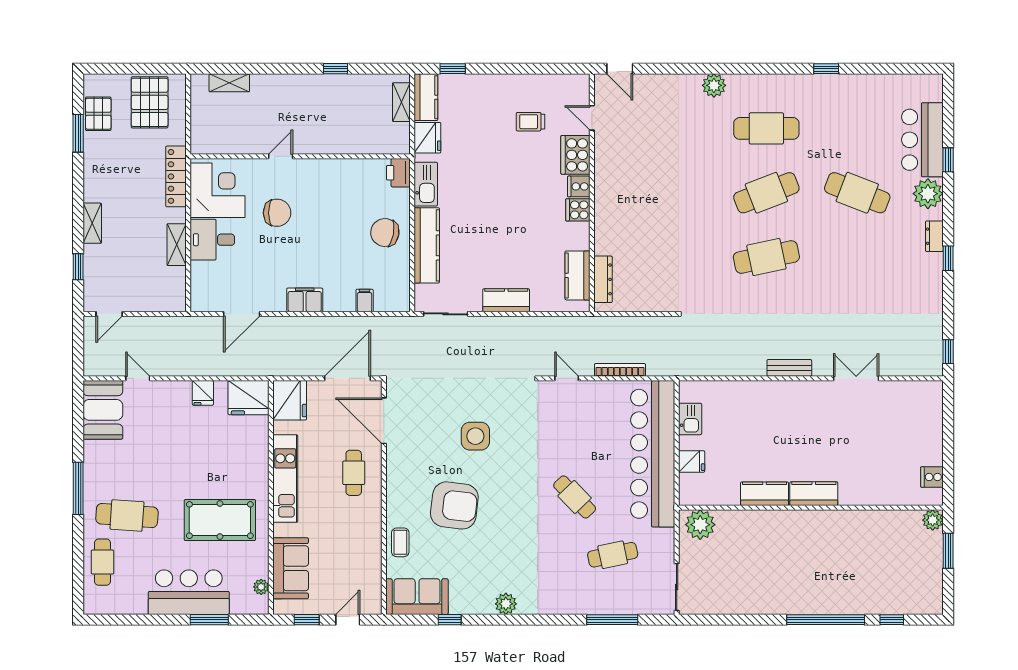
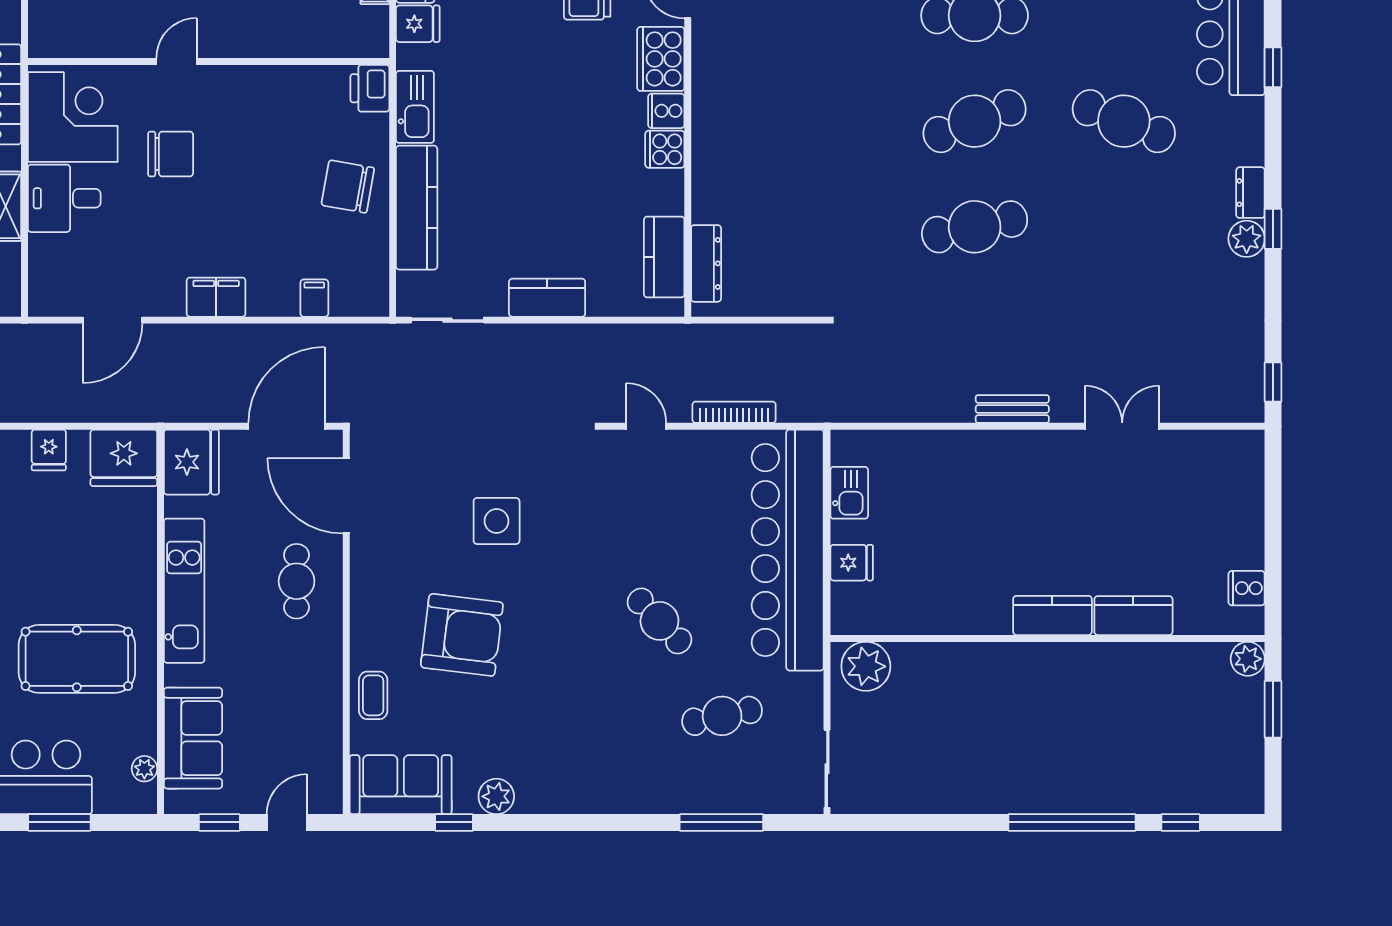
fridge: (427, 138) -> (418, 24), width x0.72
plant: (928, 194) -> (1247, 239), moved, width x0.73, depth x0.73
kitchen counter: (764, 494) -> (1133, 616), moved
plant: (506, 604) -> (496, 796), moved

